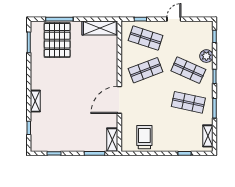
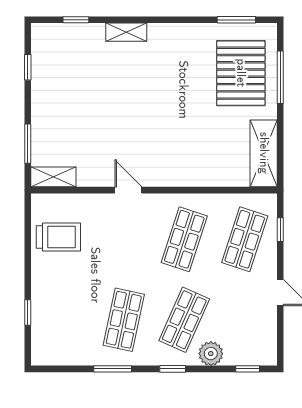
pallet: (57, 40) -> (241, 73), turned 90
shop shelf: (146, 70) -> (184, 239), turned 39
door: (119, 100) -> (128, 190), width x0.53
shelving: (208, 136) -> (61, 356), removed

